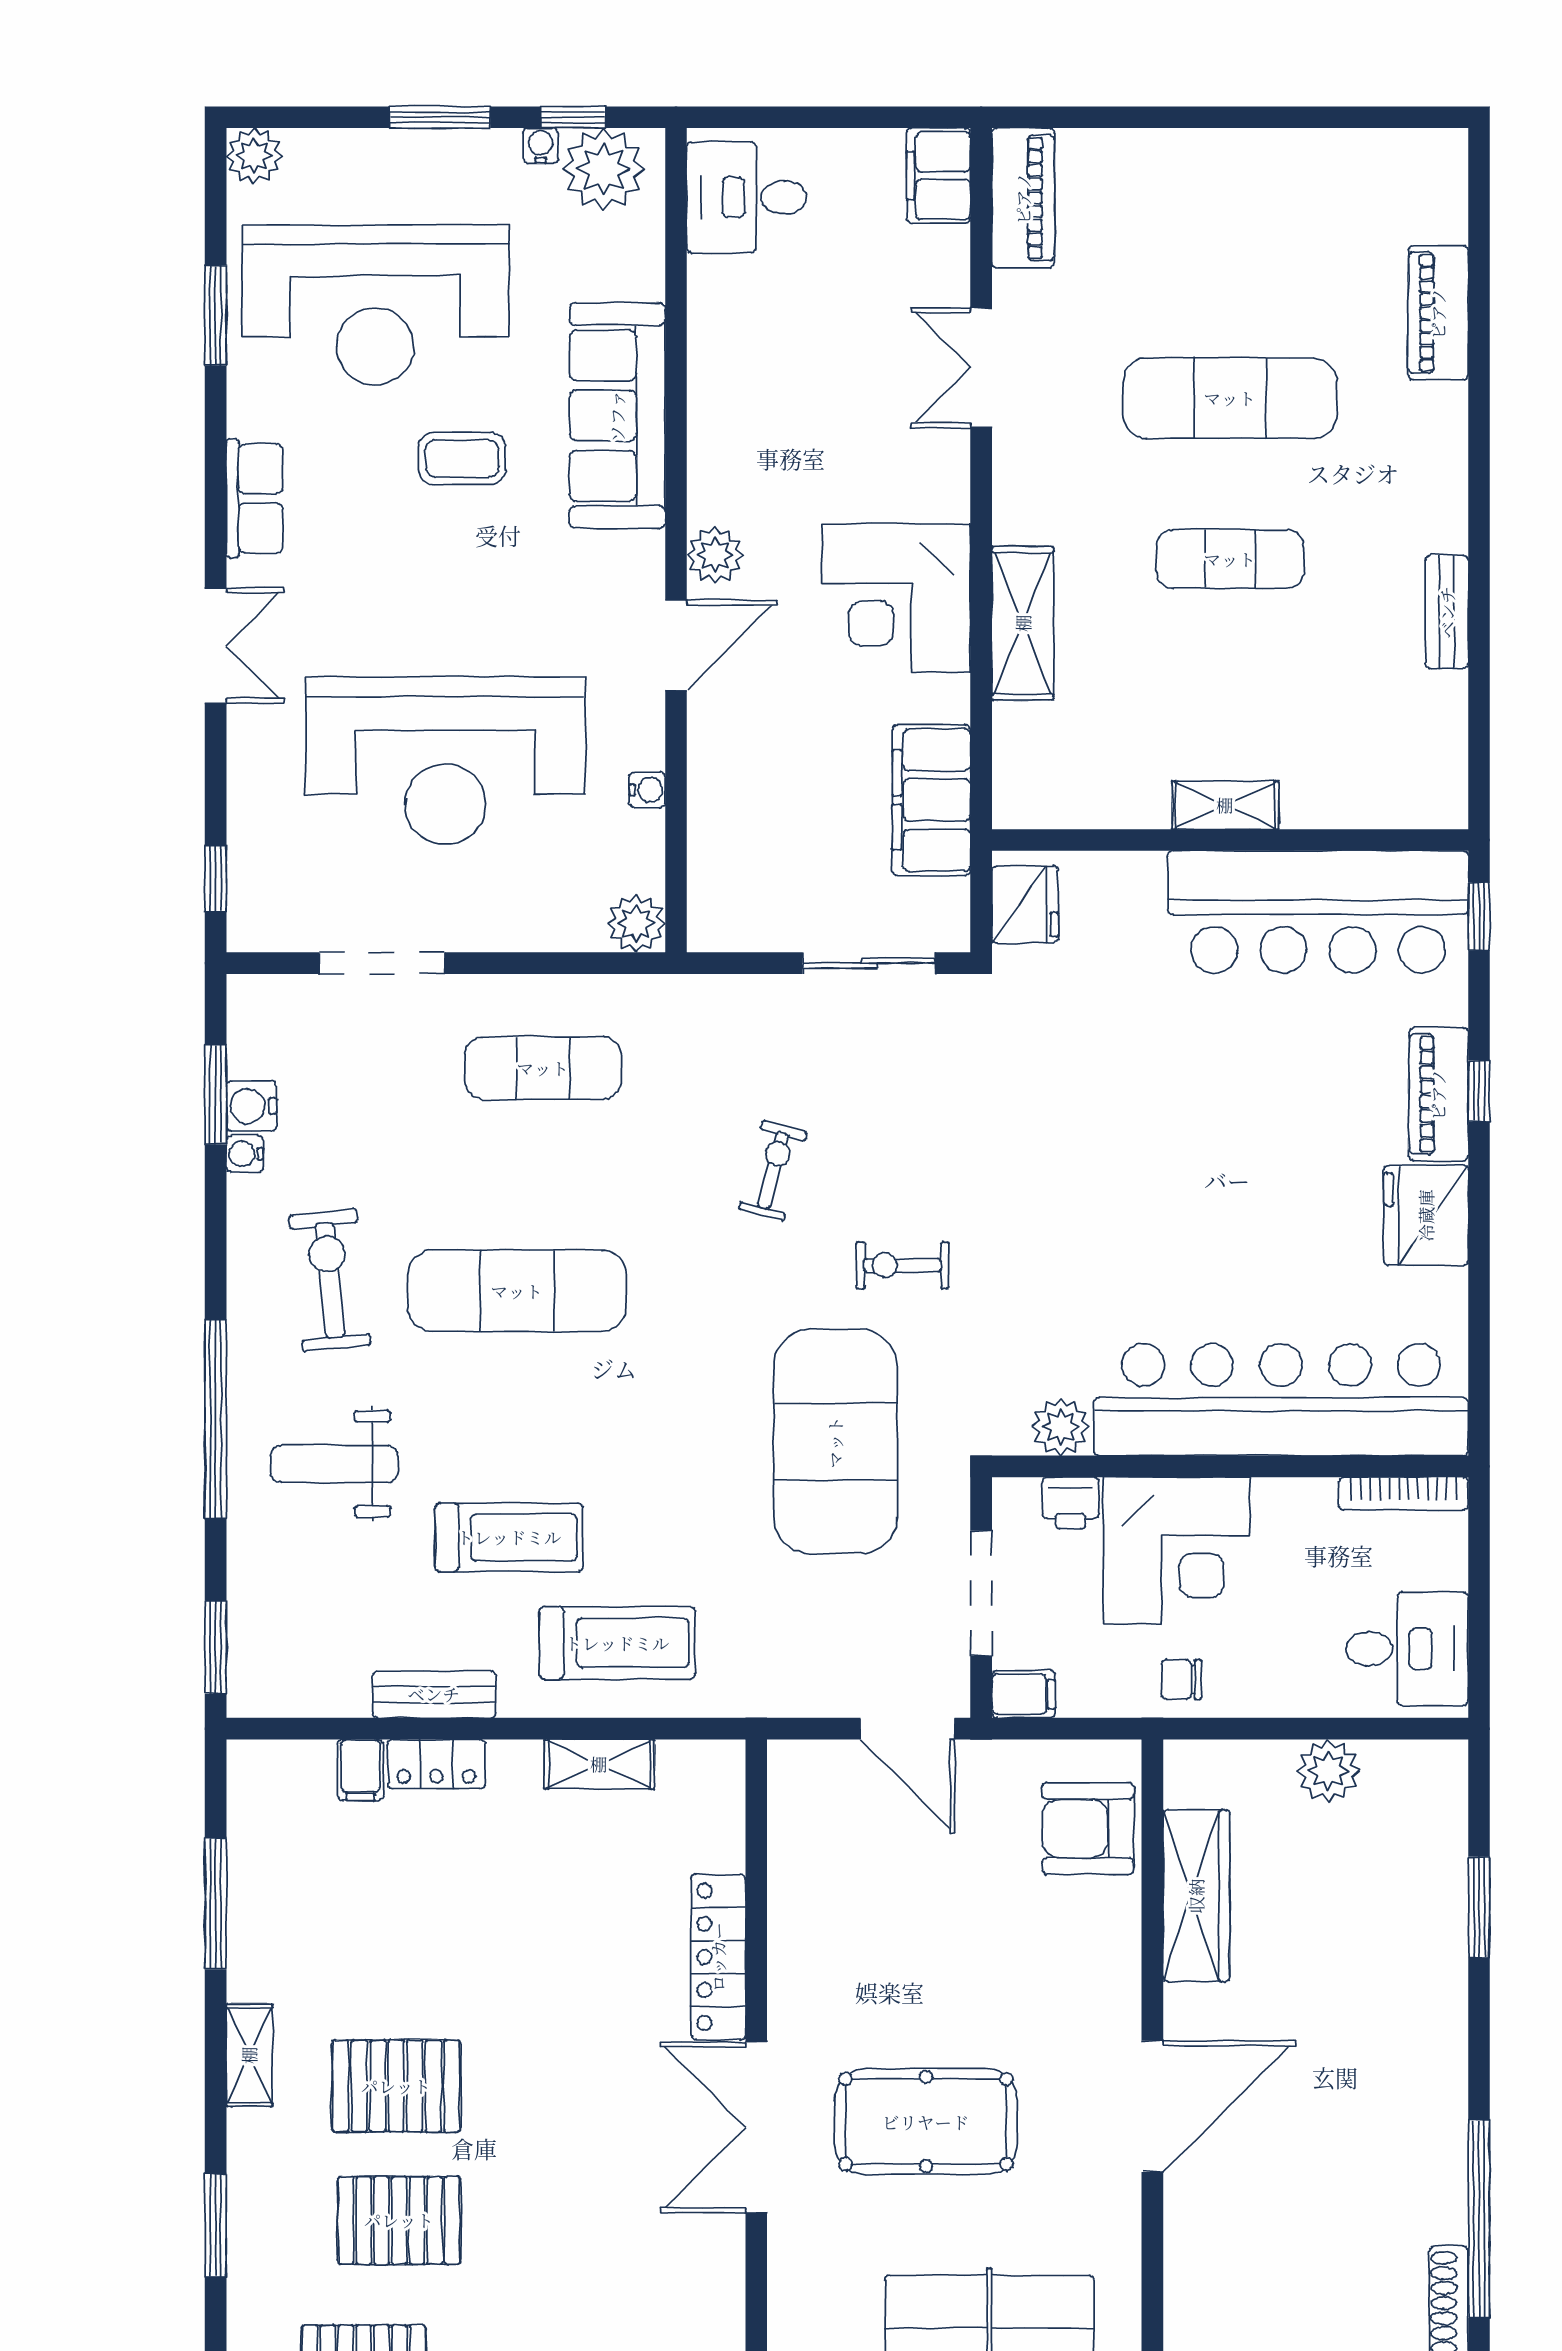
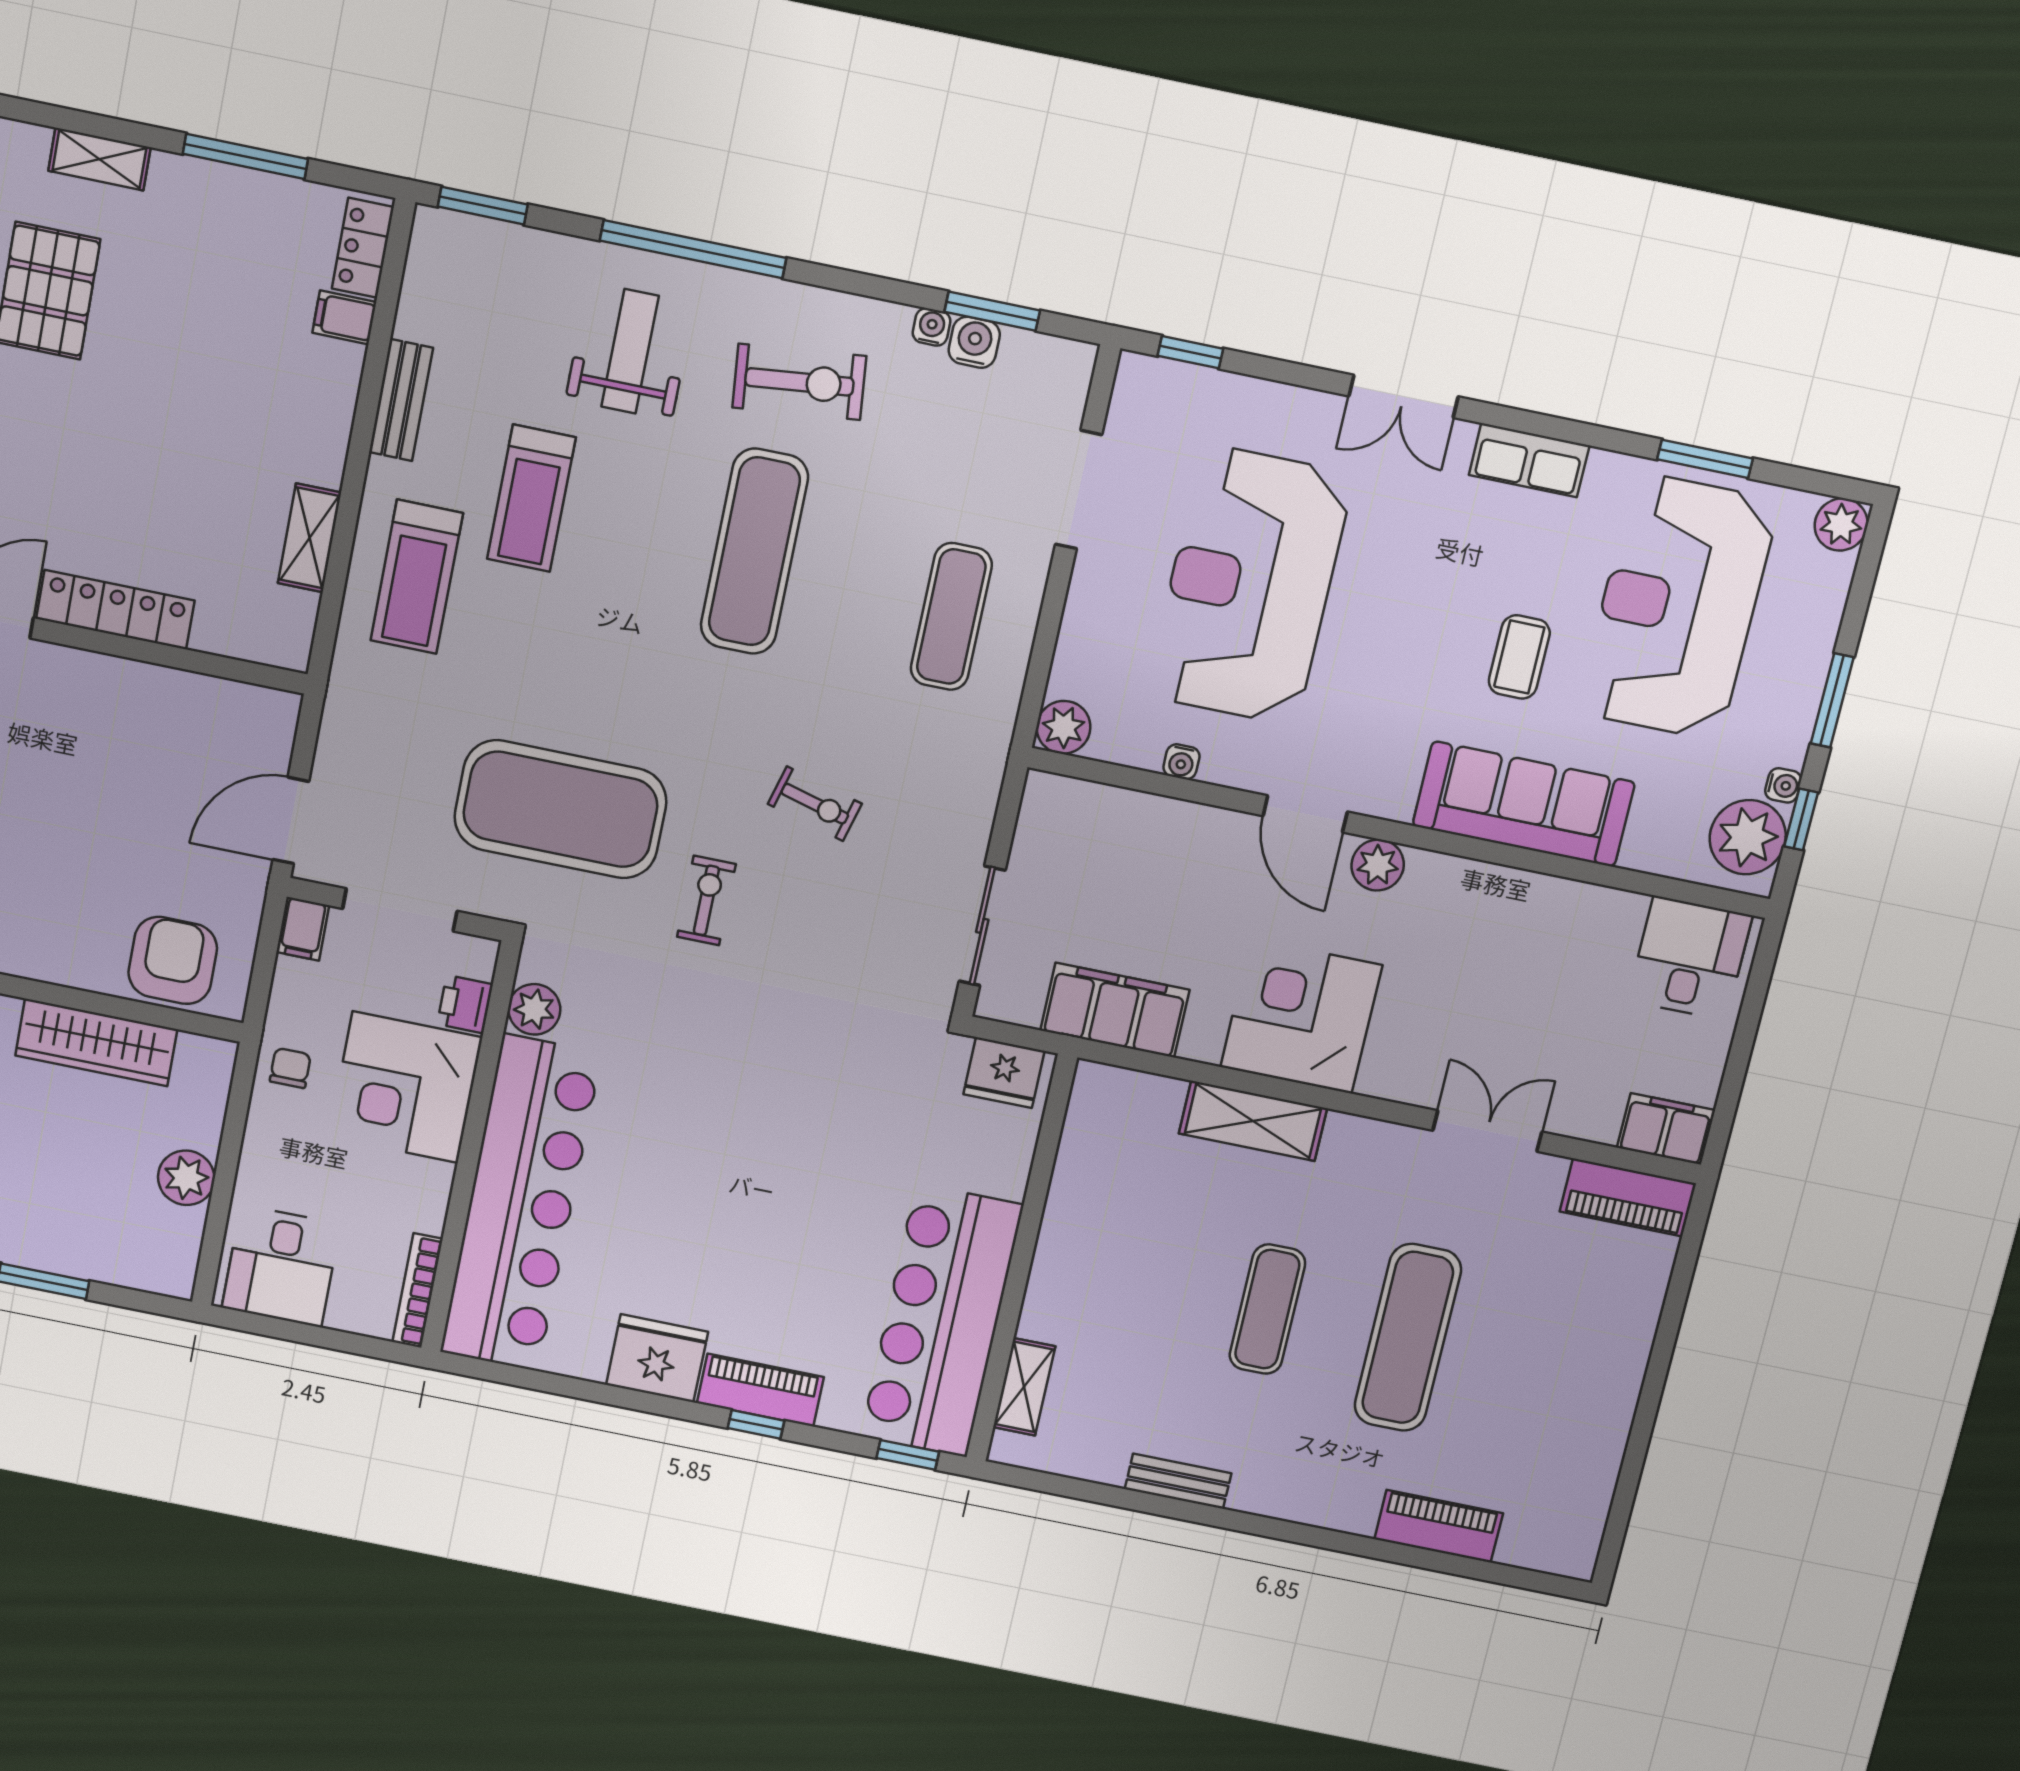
shelving: (1225, 805) -> (1024, 1387), moved
locker: (436, 1764) -> (363, 248), moved

